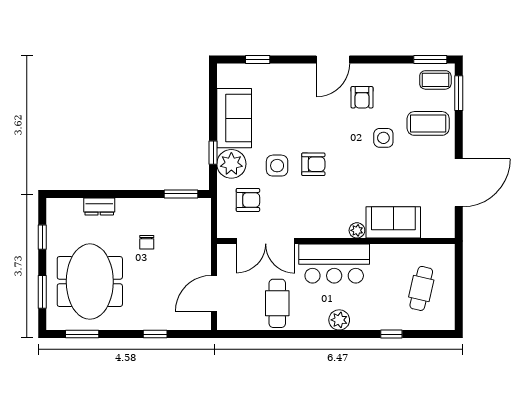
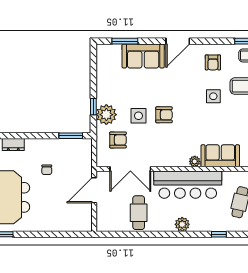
window: (258, 60) -> (125, 41), width x1.50
armchair: (362, 97) -> (213, 62), moved
sofa: (234, 118) -> (143, 56), moved, turned 90
bar counter: (334, 263) -> (188, 185), width x1.36
door: (214, 293) -> (94, 190), moved
window: (155, 334) -> (53, 234), removed

